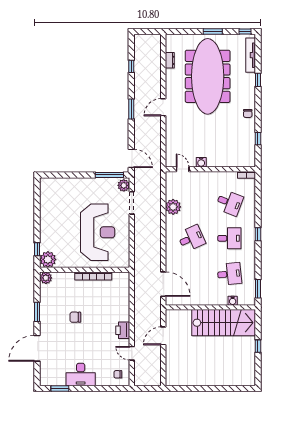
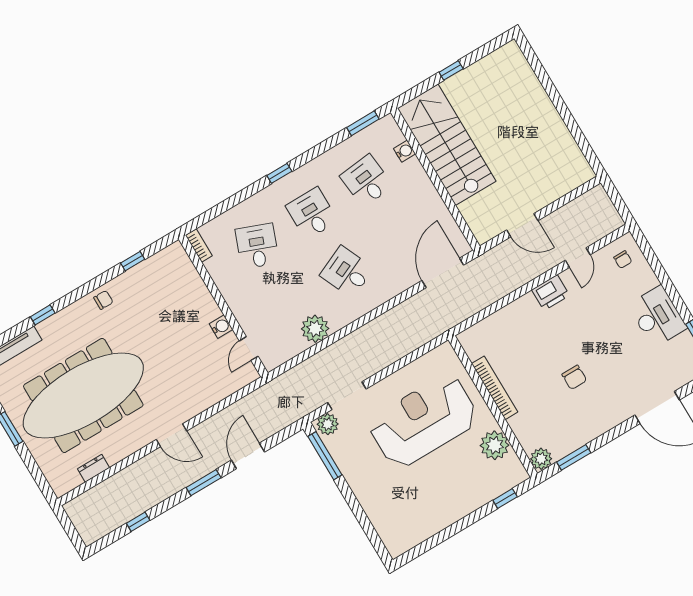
door: (131, 158) -> (248, 456), moved
plant: (48, 259) -> (495, 445), moved
window: (37, 312) -> (574, 457), moved

